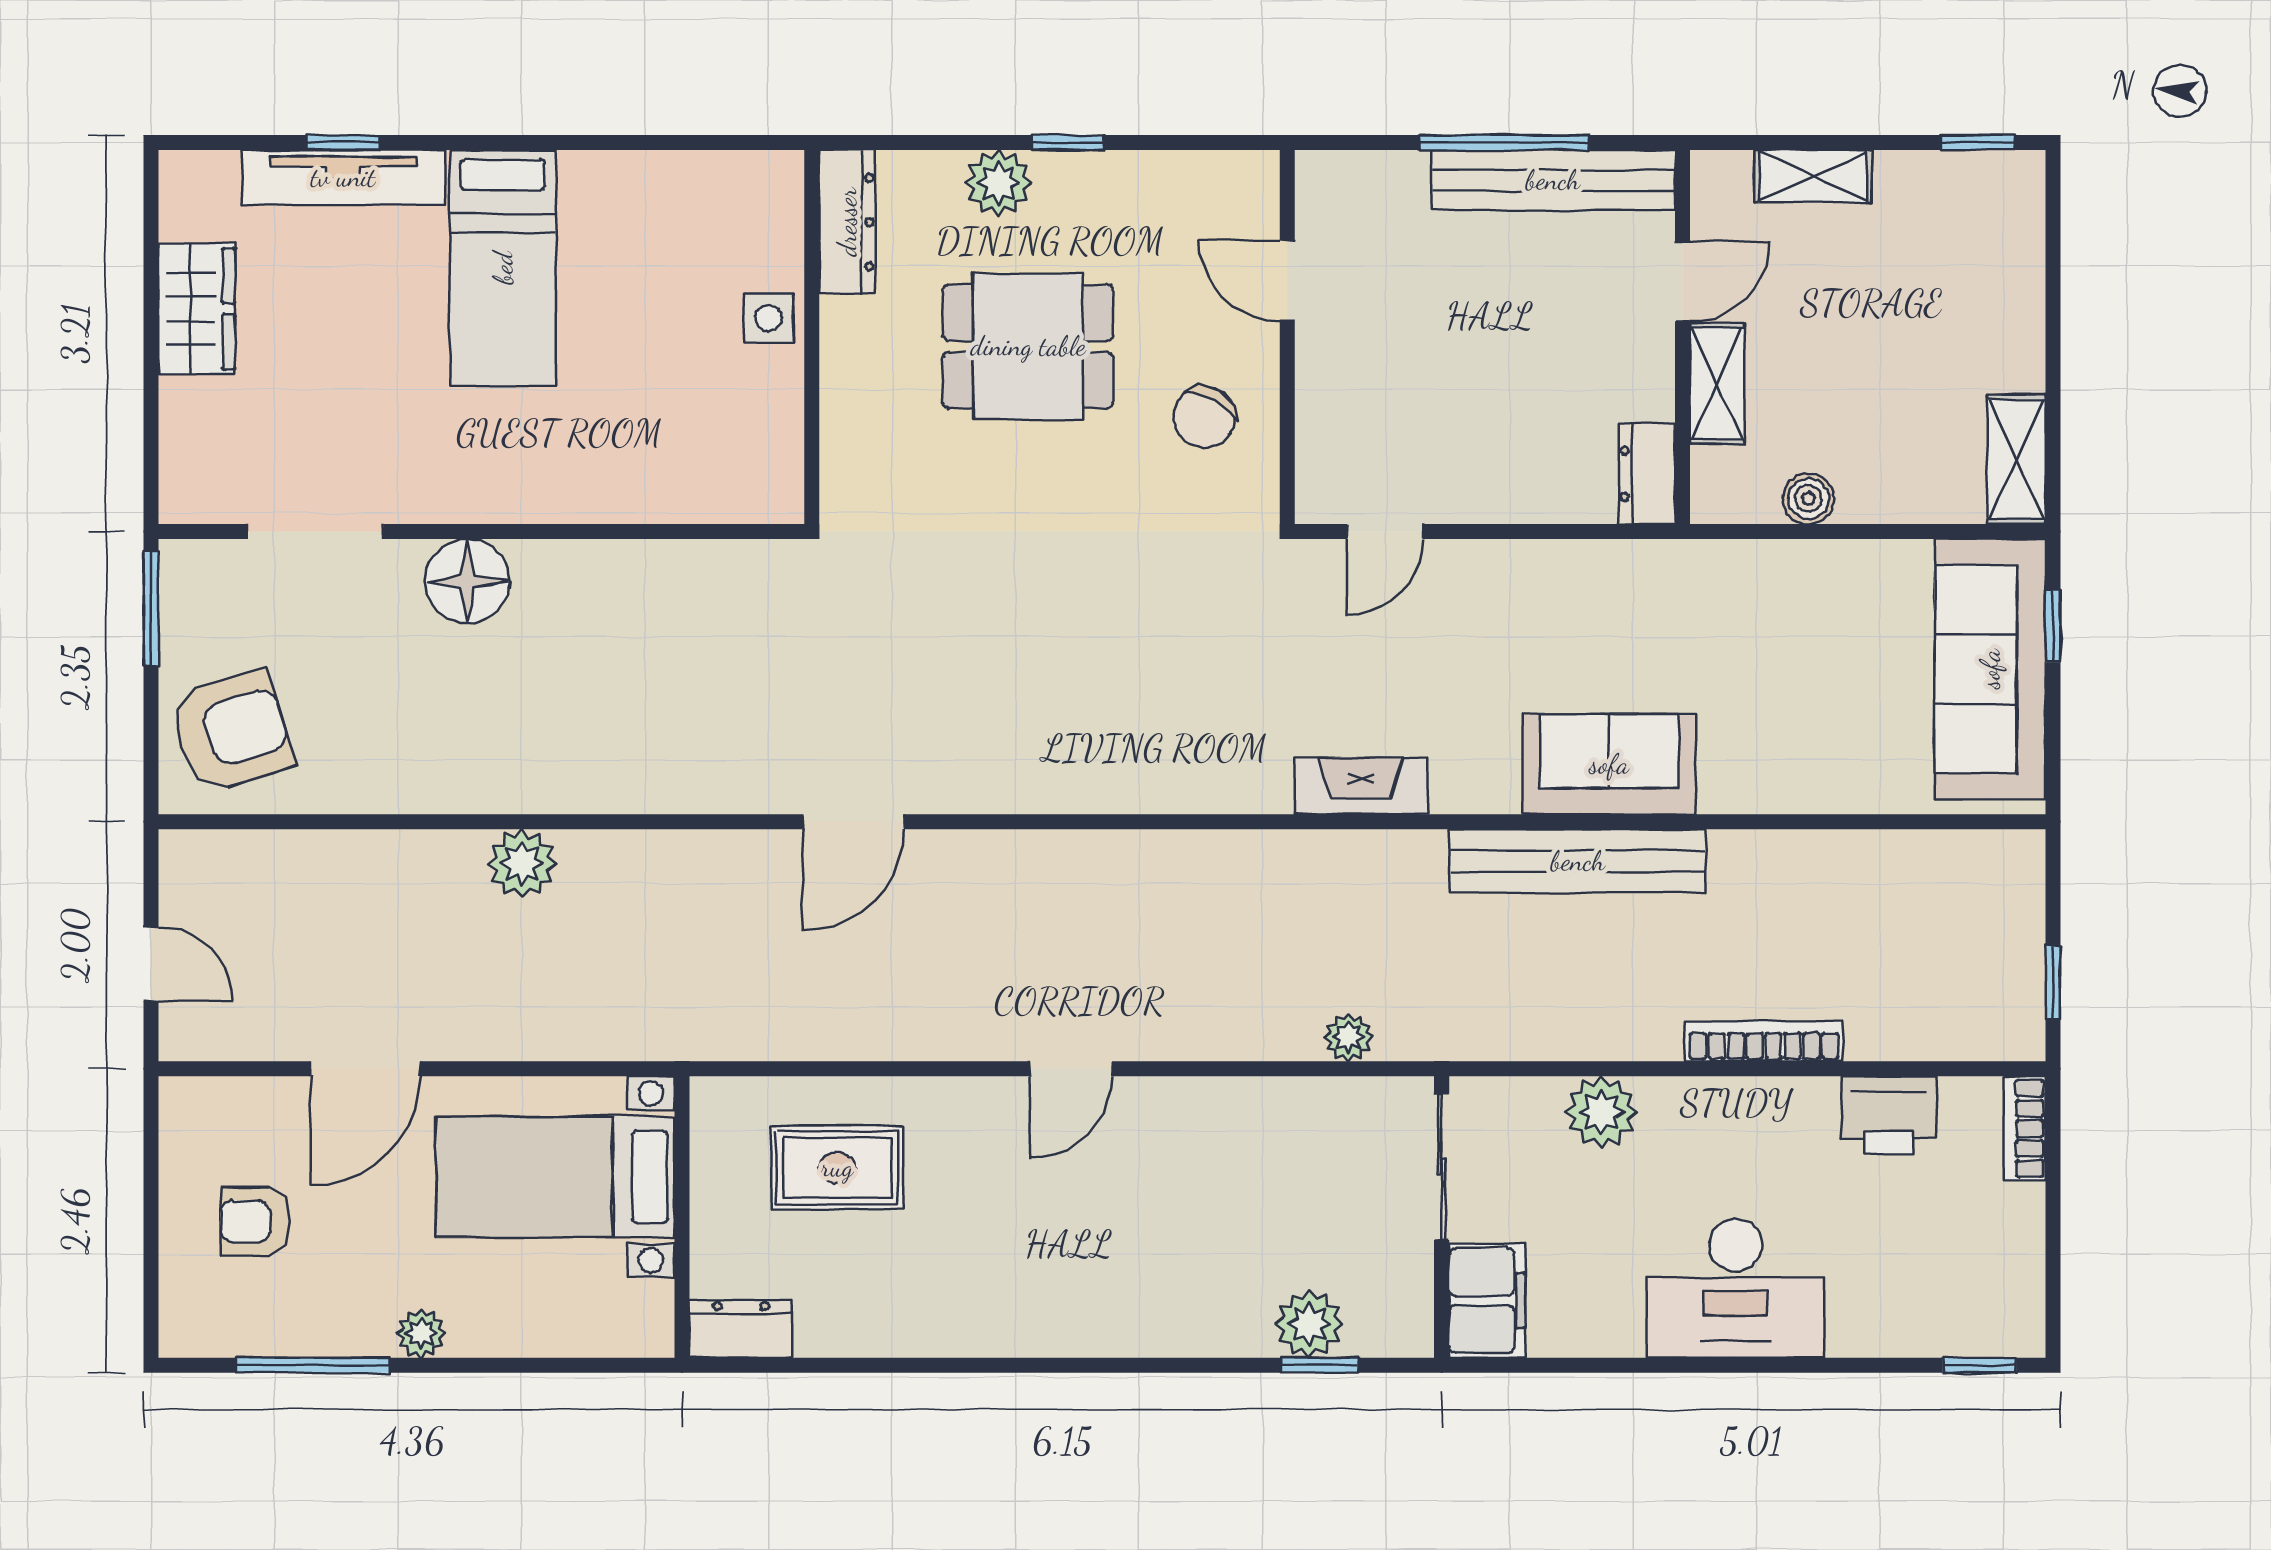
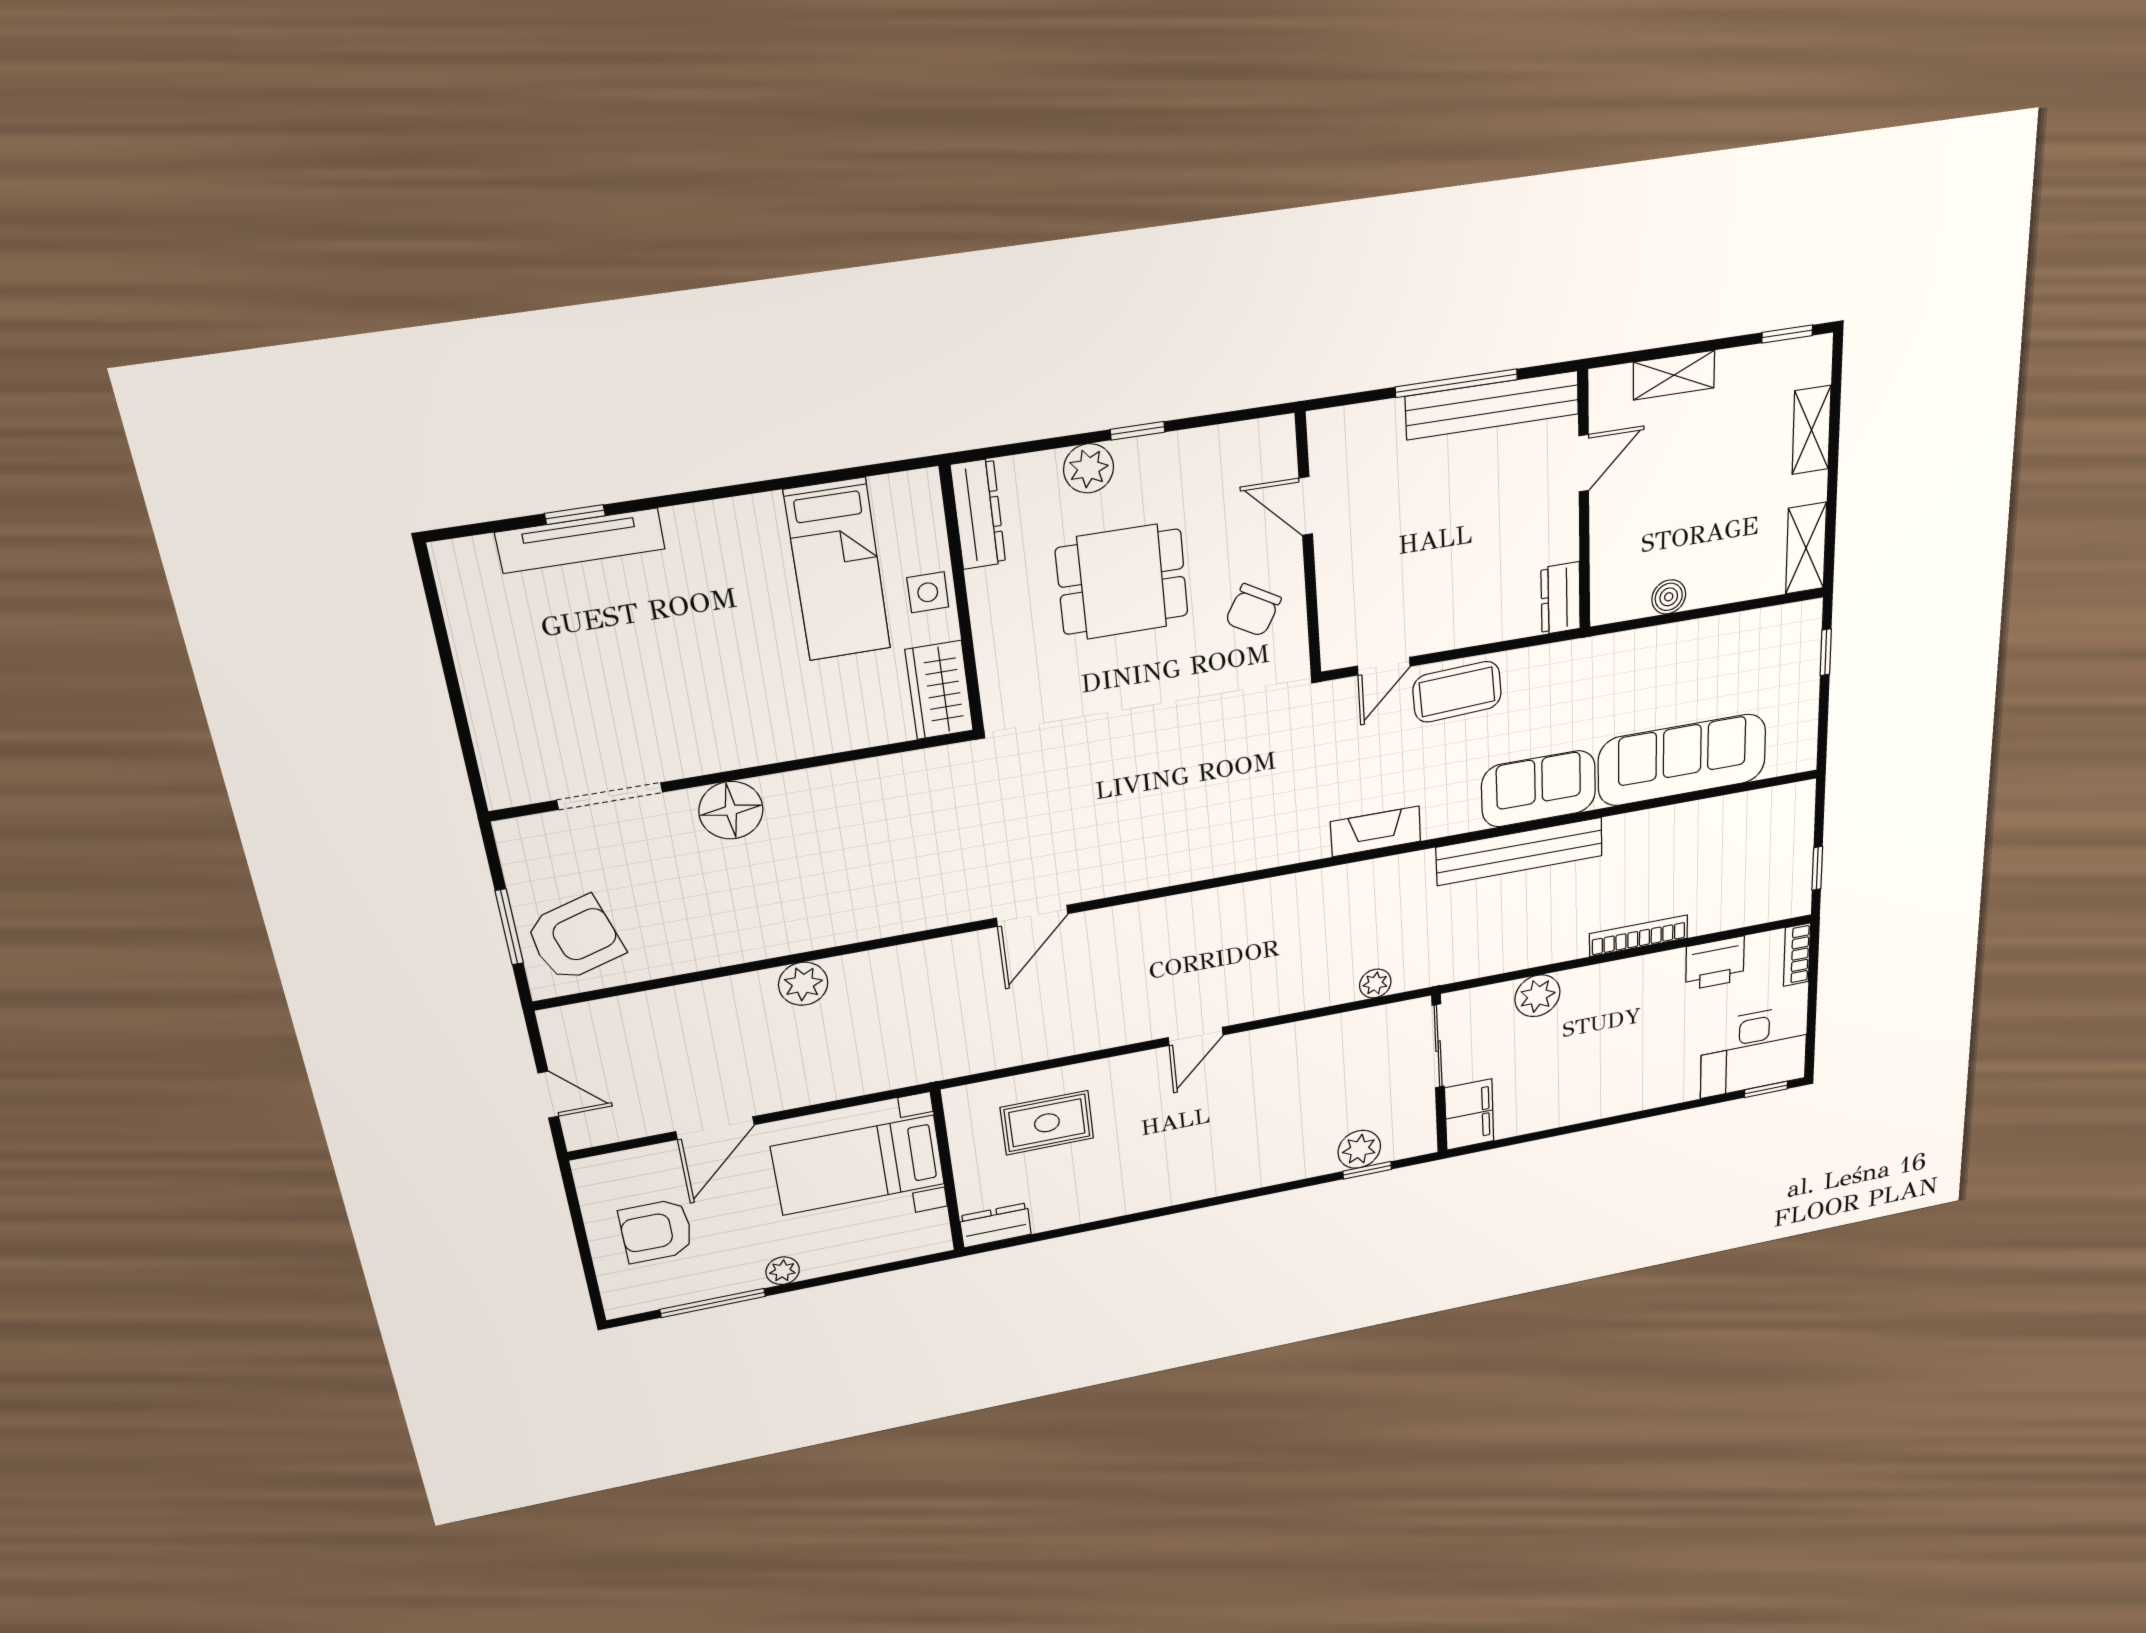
bed: (503, 268) -> (837, 570), moved
wardrobe: (197, 309) -> (939, 690), moved, turned 180
shelving: (1717, 383) -> (1812, 430), moved
coffee table: (1490, 589) -> (1457, 692), added
window: (151, 609) -> (509, 927), moved
sofa: (1990, 669) -> (1682, 760), moved, turned 90
armchair: (255, 1221) -> (656, 1231), width x1.38, depth x1.38
desk: (1735, 1288) -> (1754, 1051), moved

